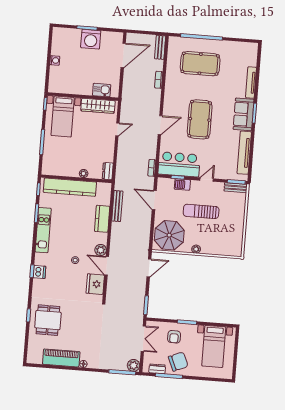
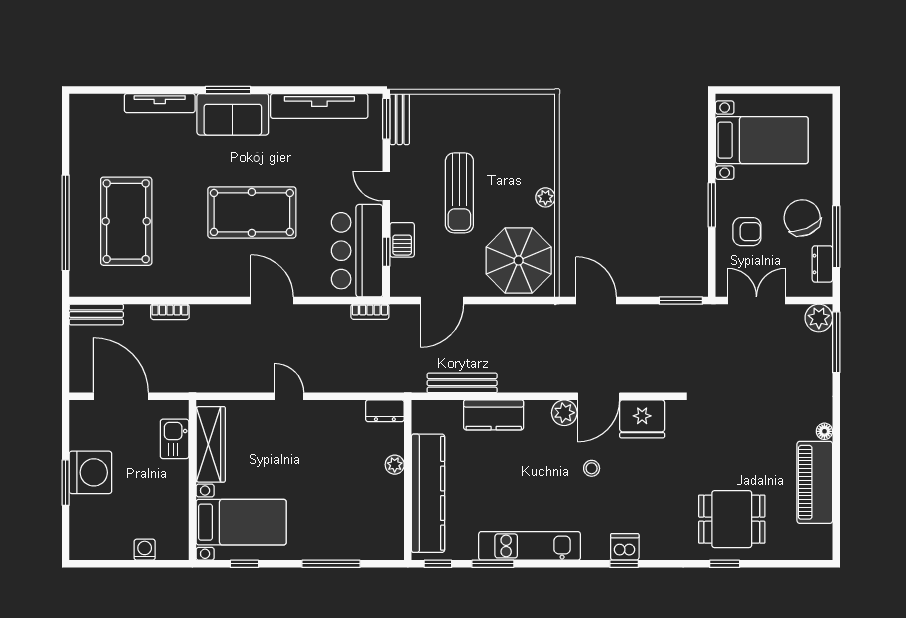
kitchen sink: (102, 90) -> (175, 439), moved
wall: (83, 97) -> (192, 480), moved
wardrobe: (98, 106) -> (211, 444), moved
bed with nightstands: (63, 117) -> (241, 522), moved

